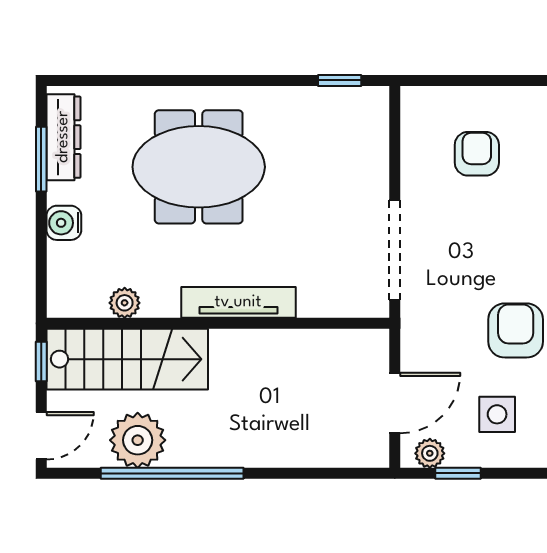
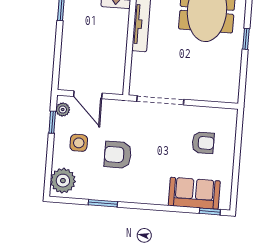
window: (340, 80) -> (246, 39), moved
armchair: (516, 330) -> (118, 155), turned 180

